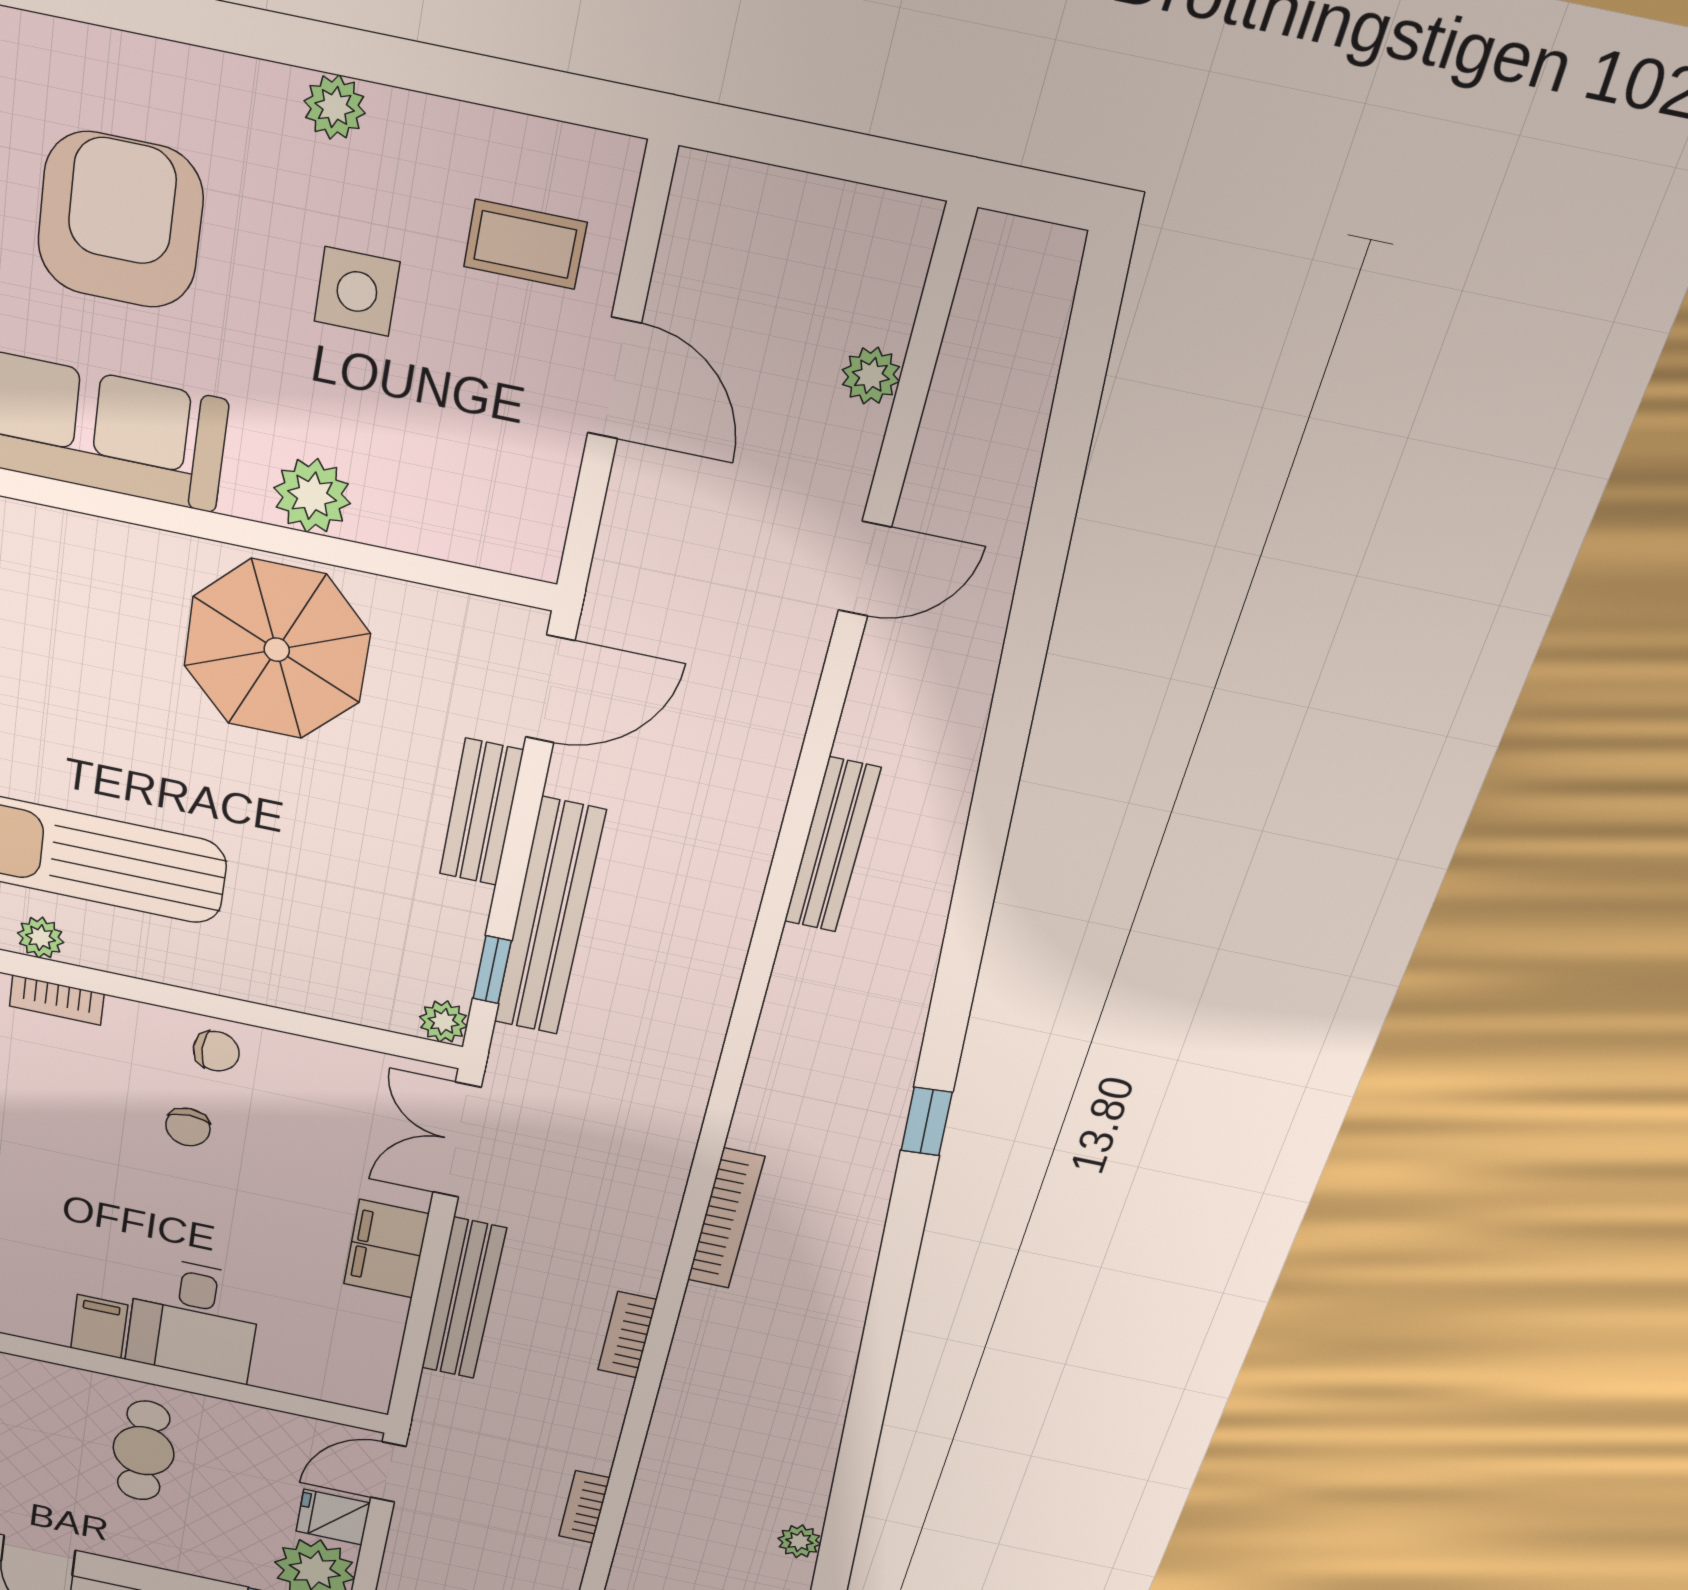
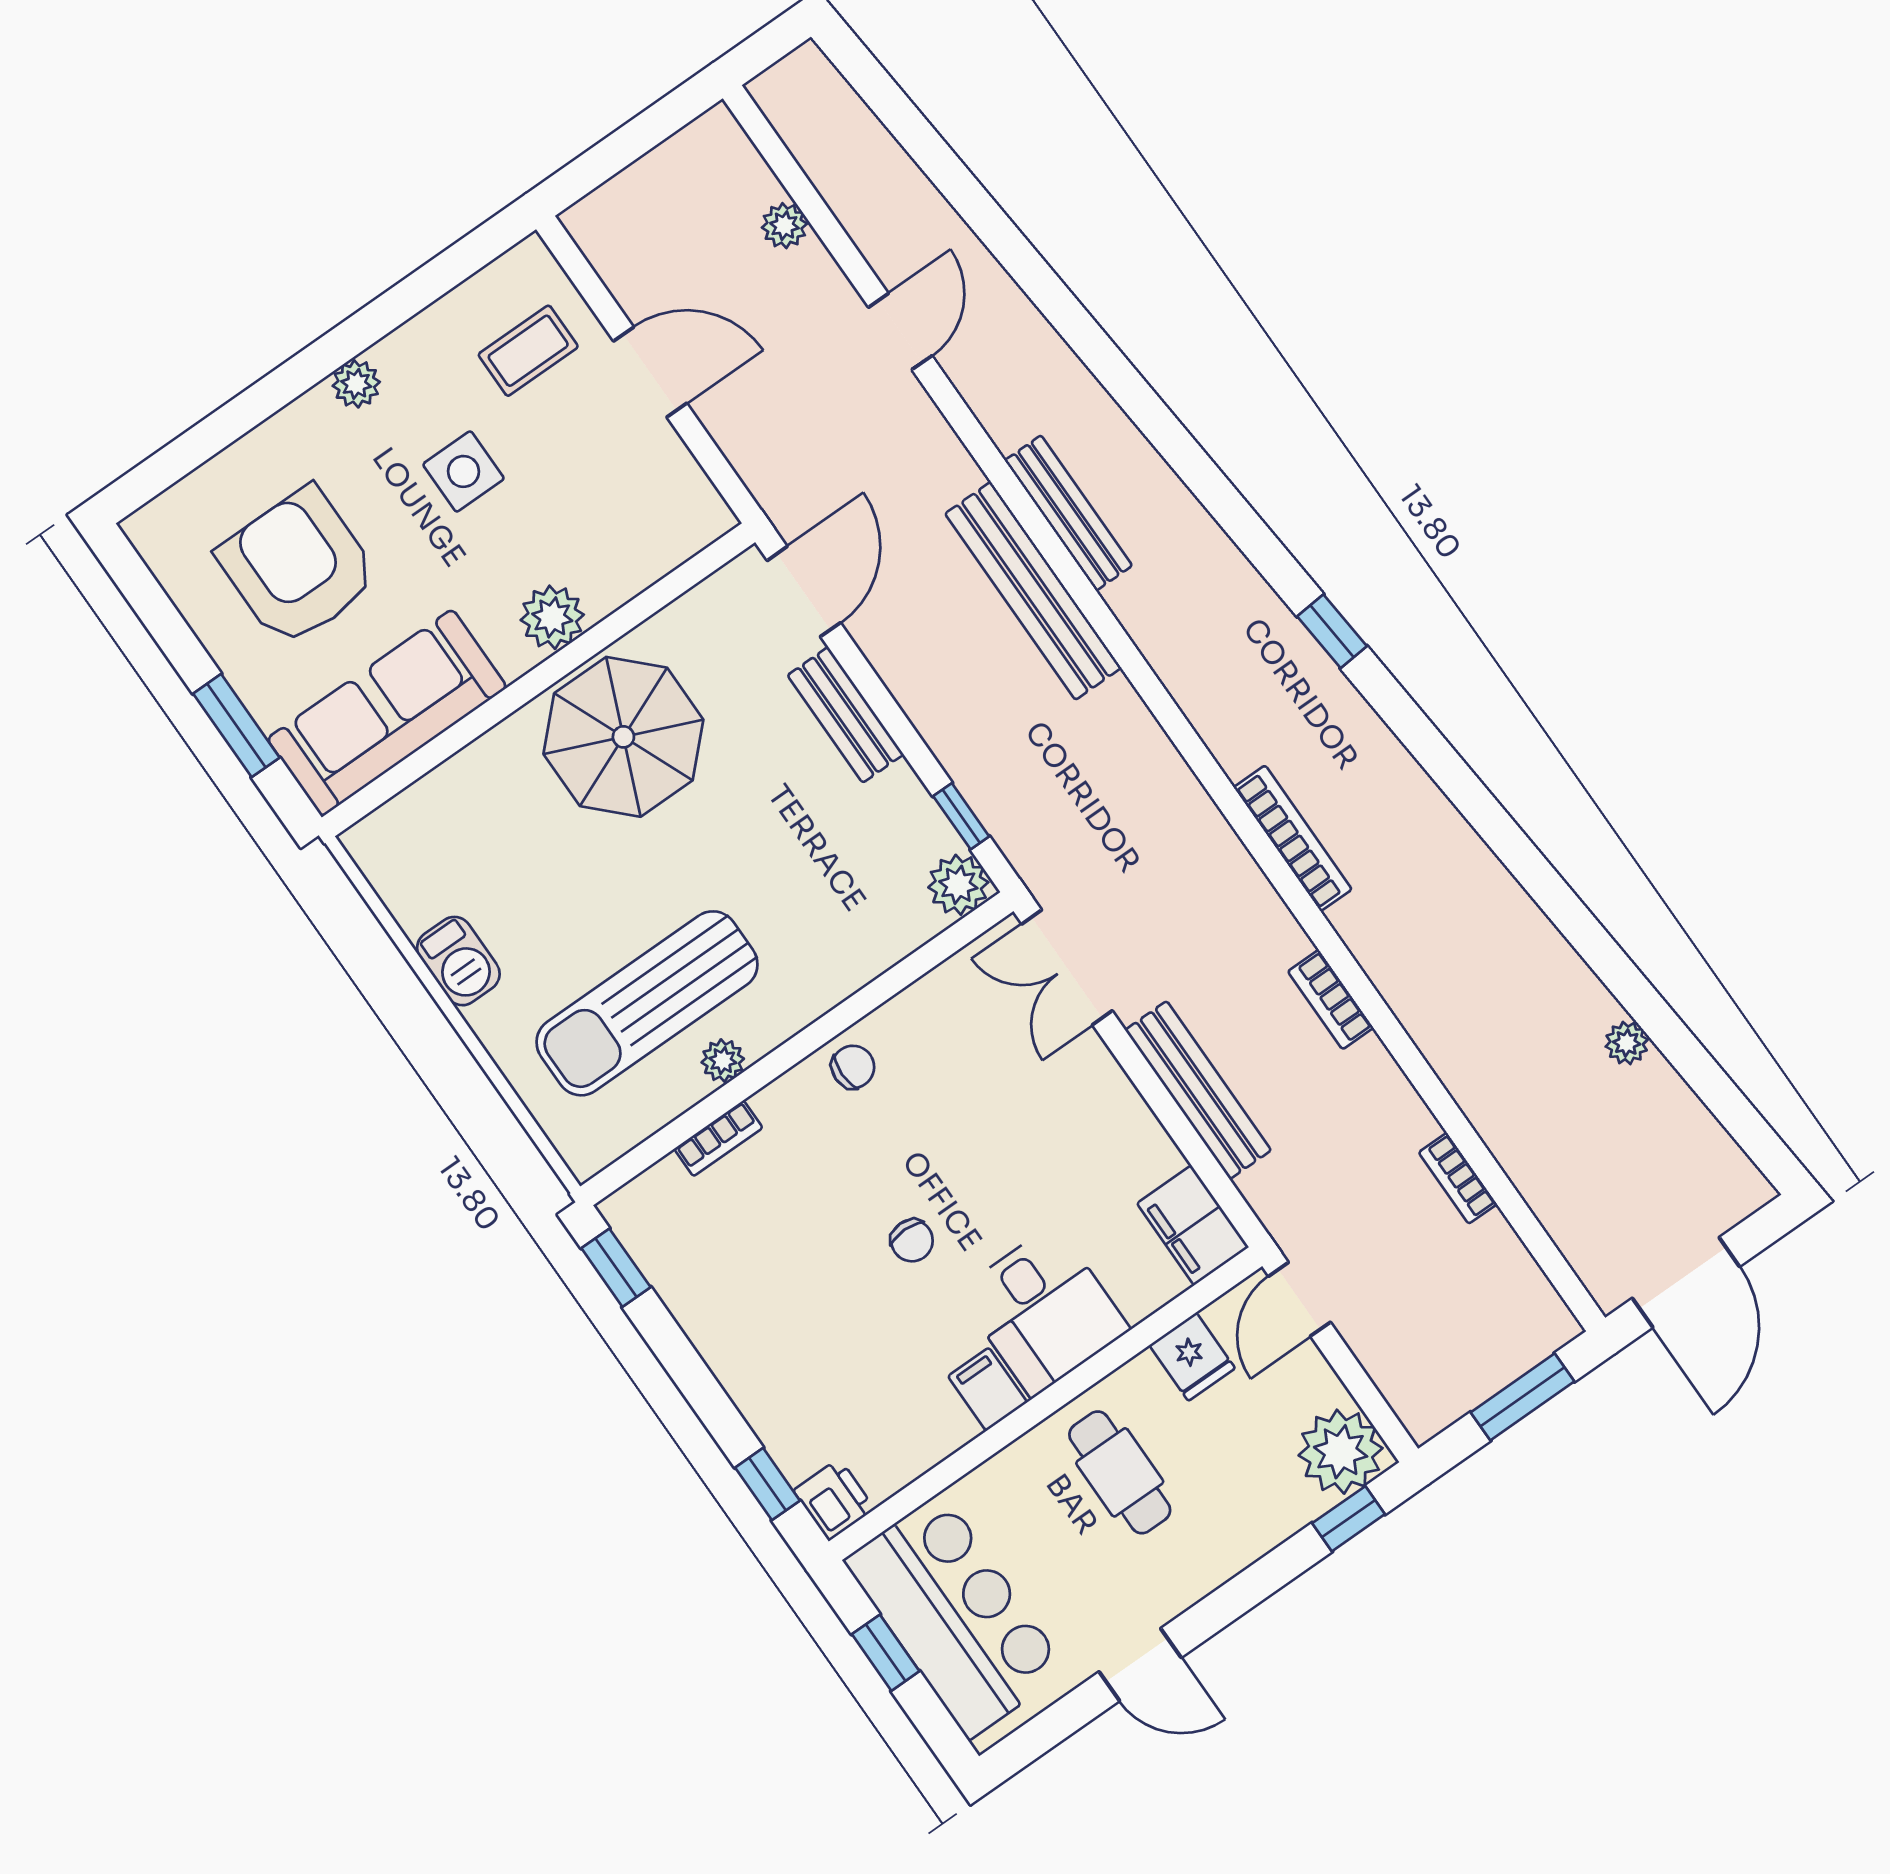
bench: (549, 918) -> (1033, 591), moved
plant: (41, 938) -> (723, 1061), moved
plant: (443, 1022) -> (958, 885), width x1.38, depth x1.38
chair: (188, 1127) -> (912, 1241), moved
filing cabinet: (386, 1249) -> (1193, 1225), moved
fridge: (333, 1517) -> (1192, 1357), moved, turned -90

